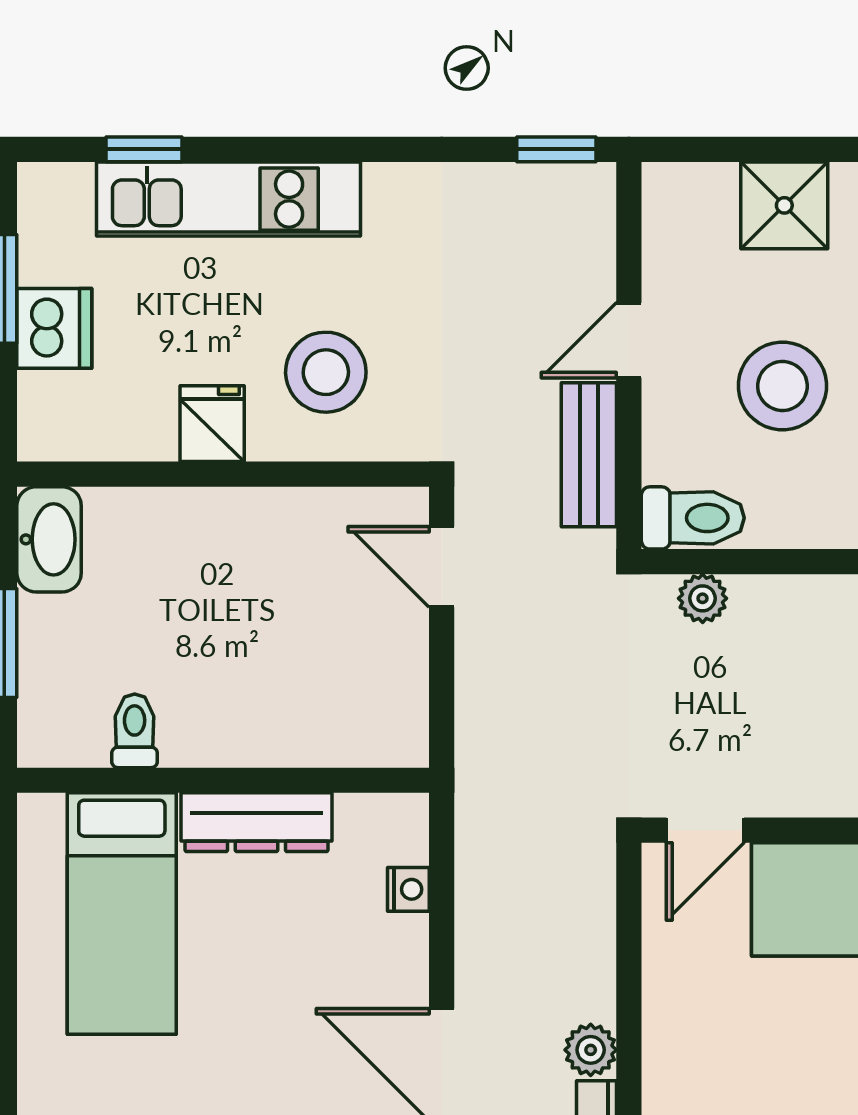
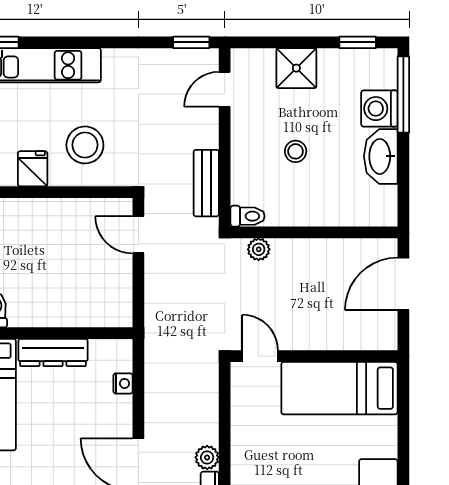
door: (629, 340) -> (225, 89), moved
stool: (782, 386) -> (296, 151), width x0.53, depth x0.53
toilet: (693, 518) -> (248, 216), width x0.73, depth x0.72
door: (705, 830) -> (260, 356), swing flipped

